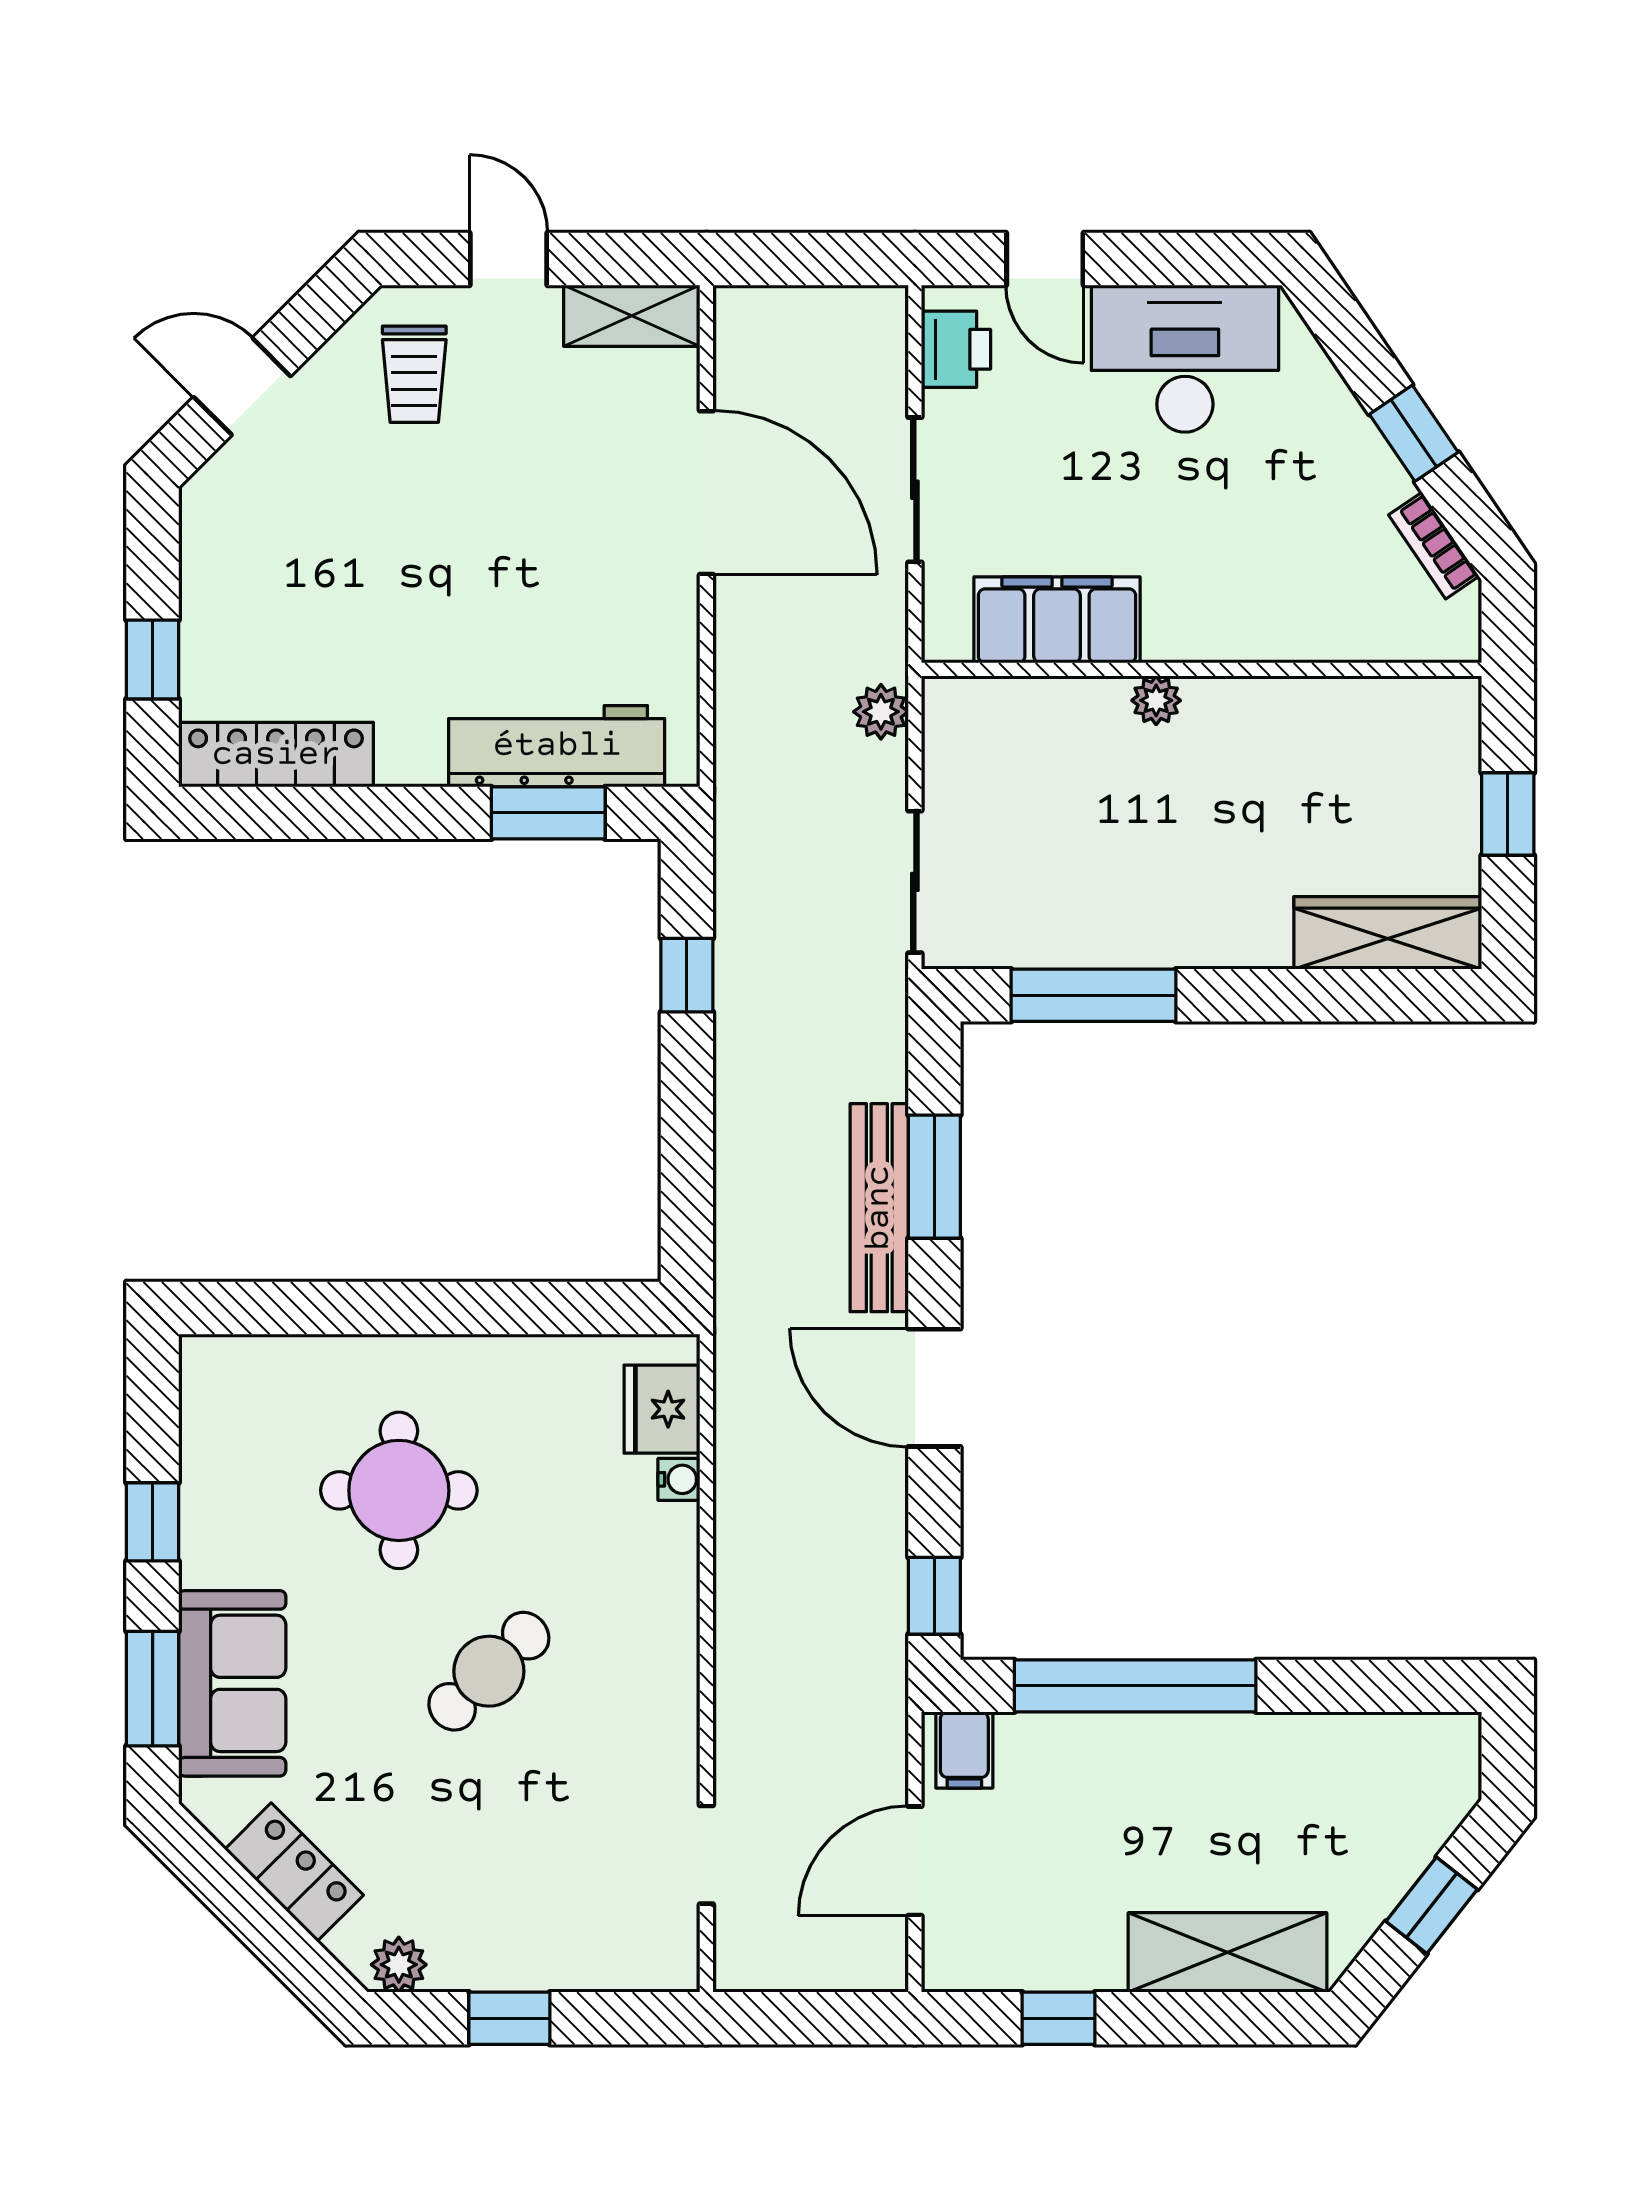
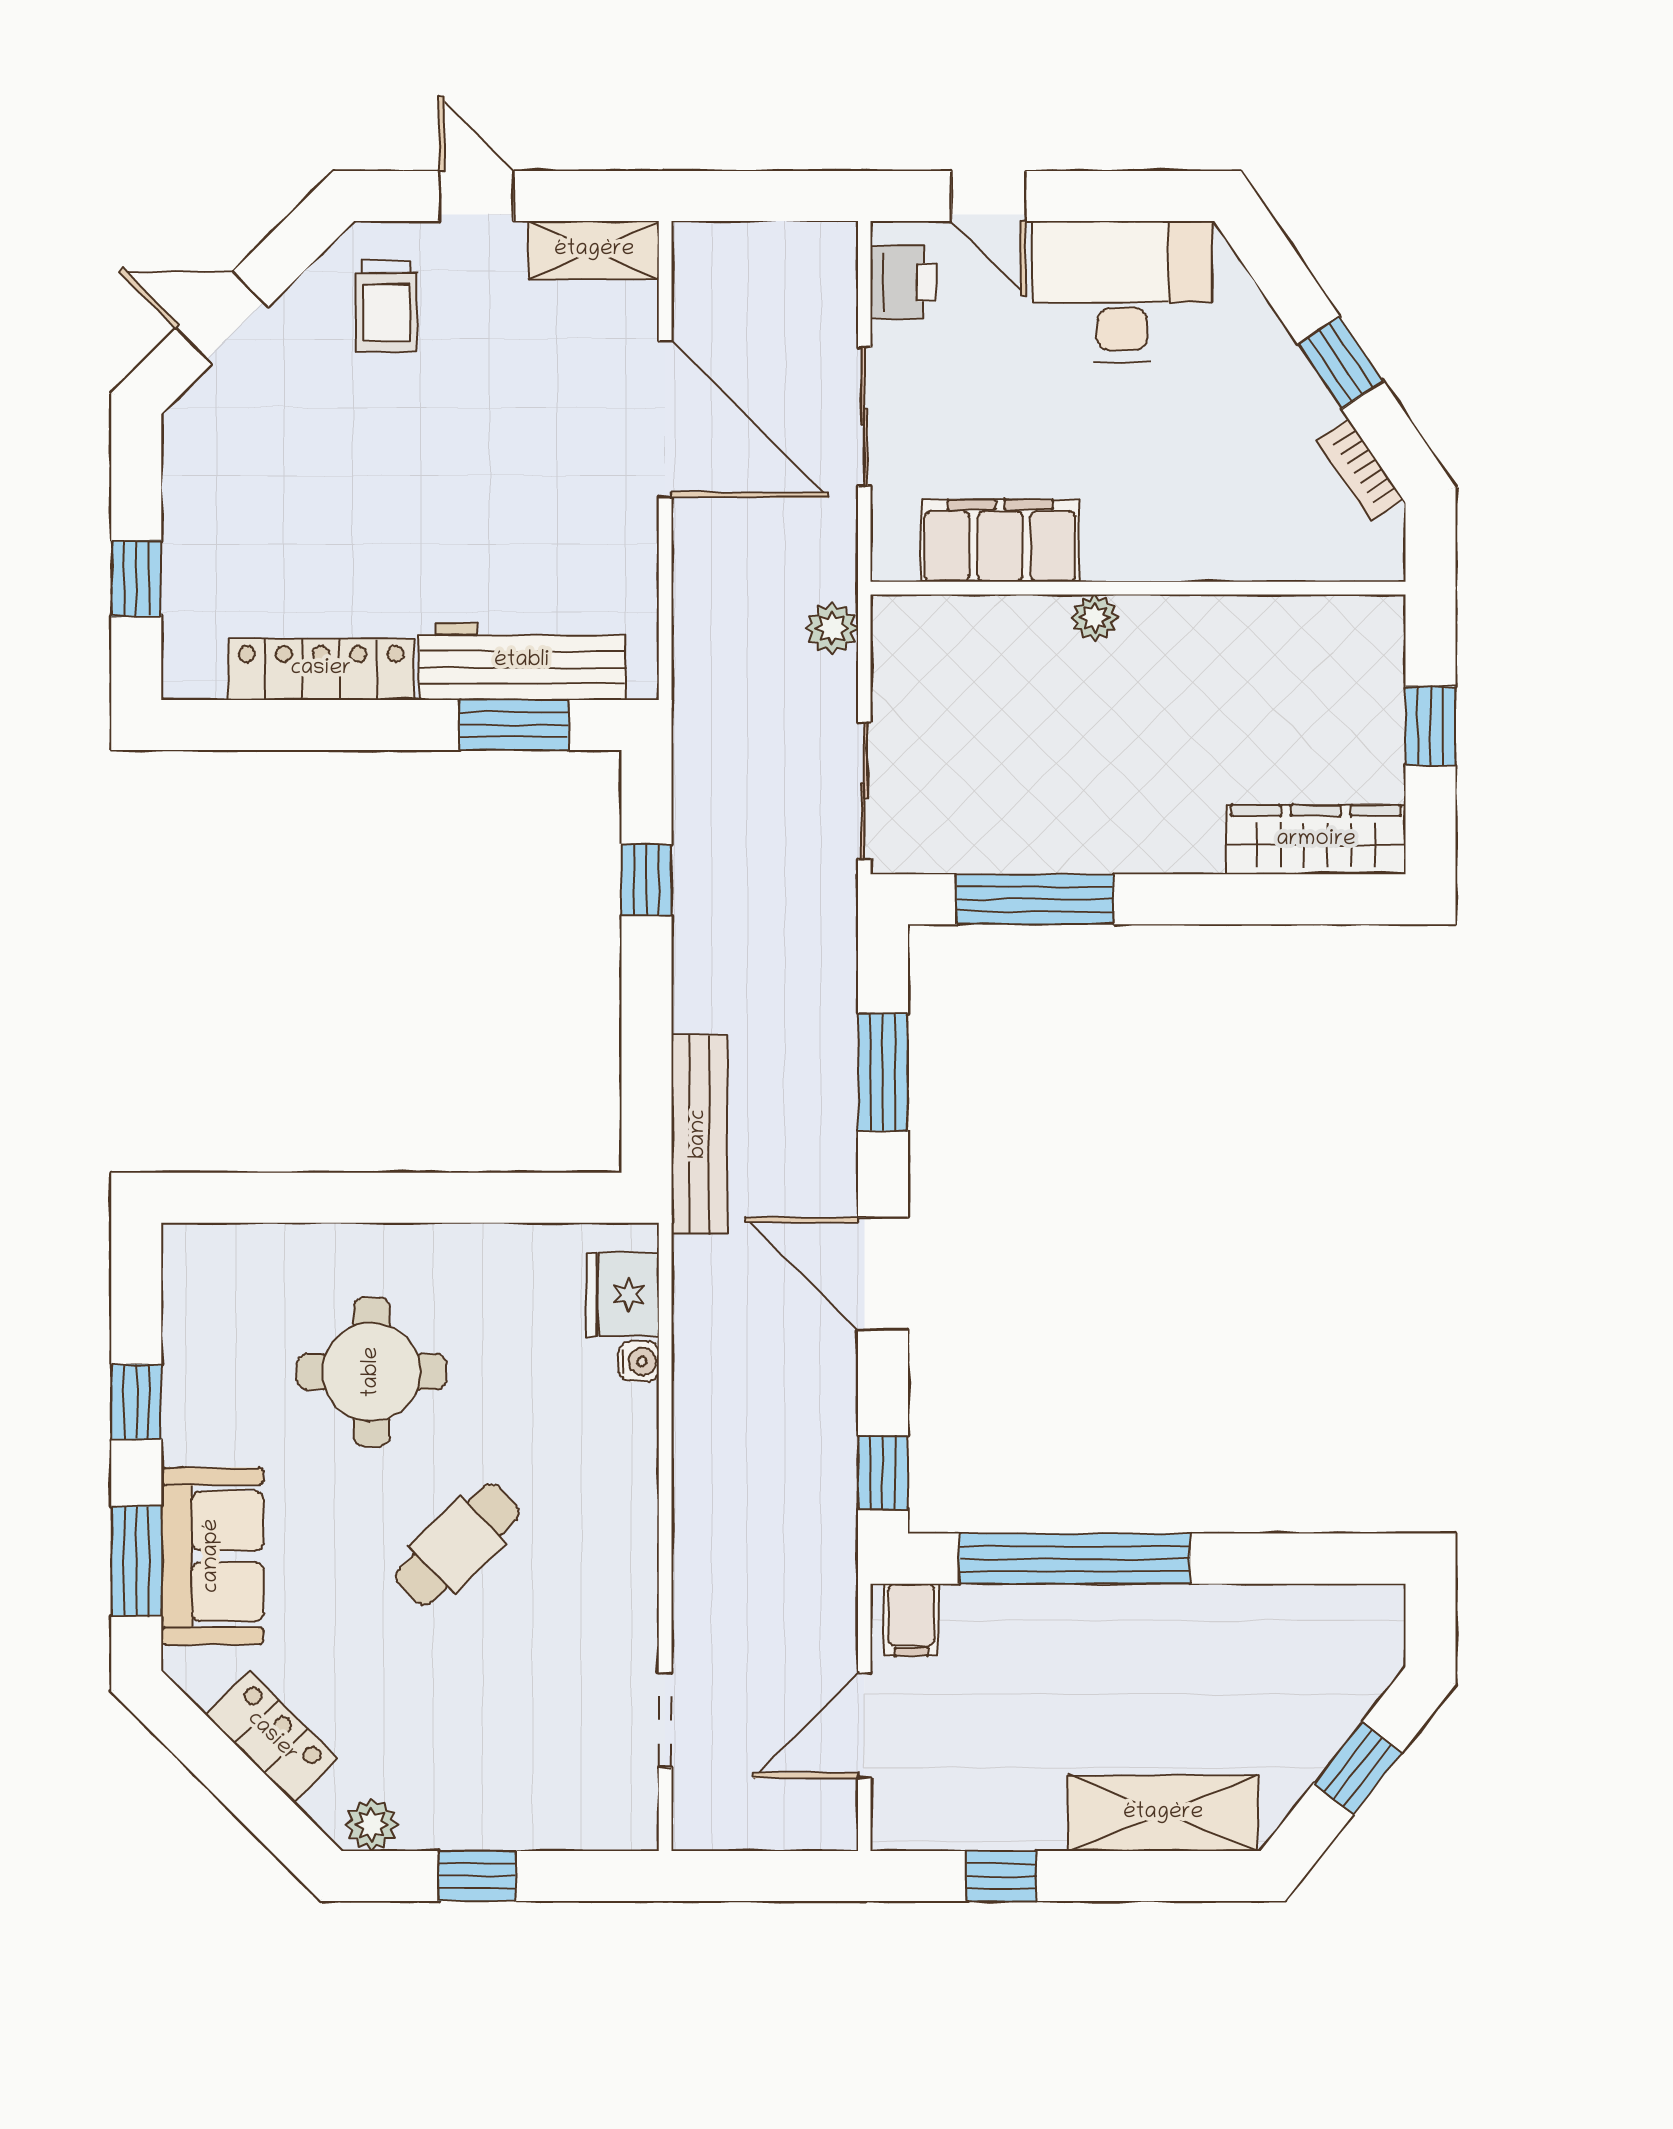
locker: (276, 755) -> (321, 669), moved
bench: (879, 1208) -> (699, 1134), moved

